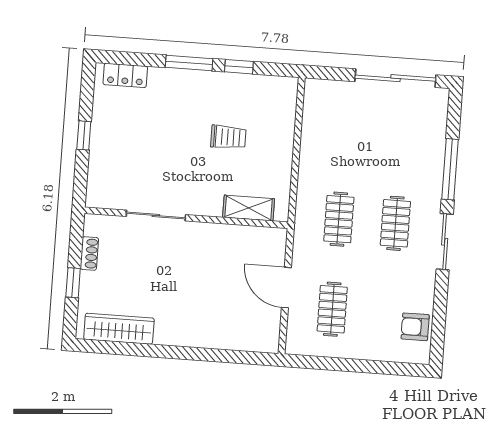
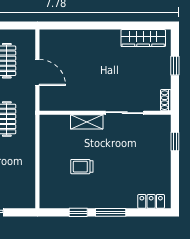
window: (84, 135) -> (175, 141), moved
shelving: (249, 208) -> (87, 122), moved
shoe rack: (89, 253) -> (166, 100), moved

